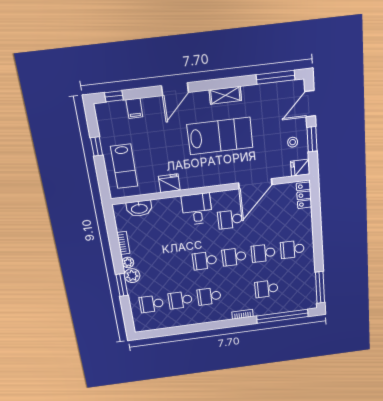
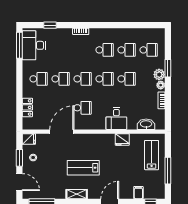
door: (310, 104) -> (19, 182), hinge flipped
lab bench: (220, 136) -> (83, 168), width x0.73, depth x0.72
window: (97, 146) -> (168, 171), width x2.17
locker: (304, 195) -> (27, 107), moved
desk: (197, 209) -> (116, 119), moved
school desk: (266, 289) -> (127, 79), moved
desk: (301, 290) -> (34, 45), added
window: (282, 316) -> (50, 25), width x0.32

